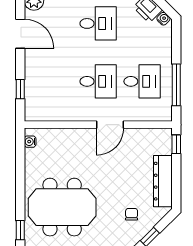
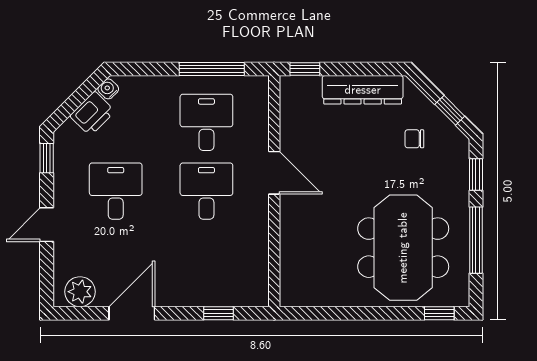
water cooler: (30, 142) -> (301, 298), removed

